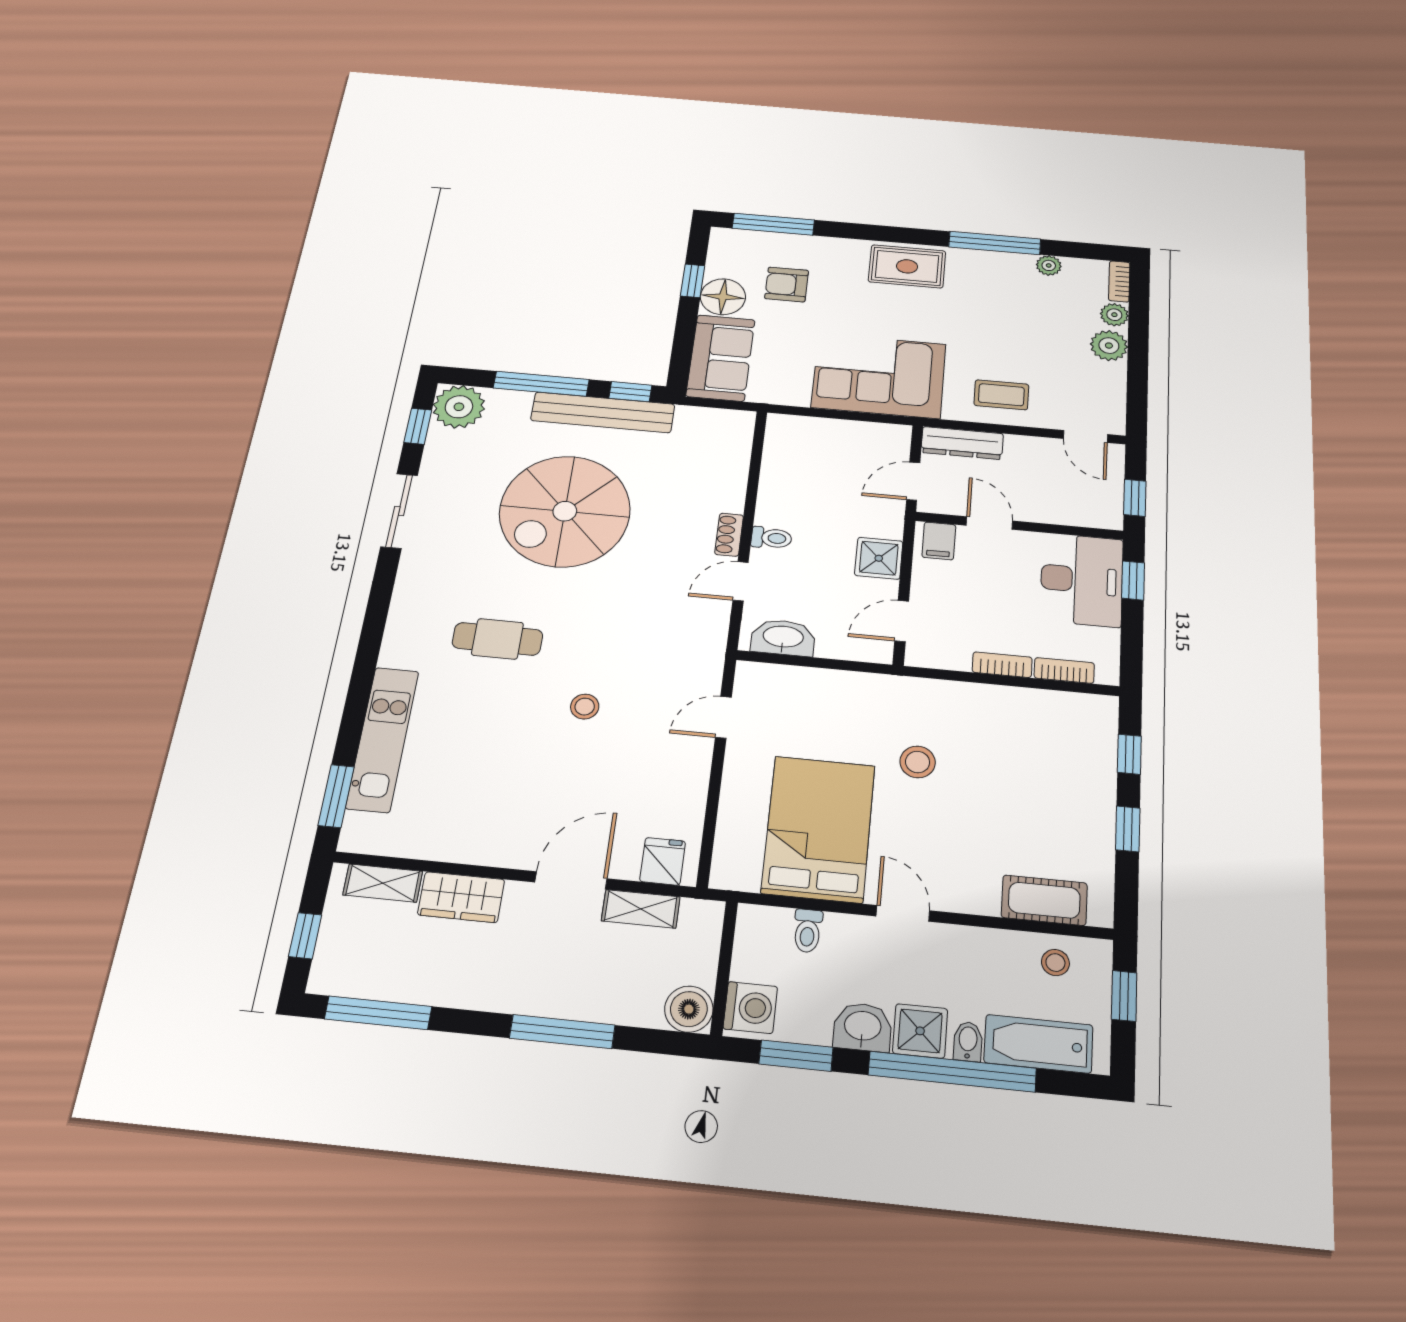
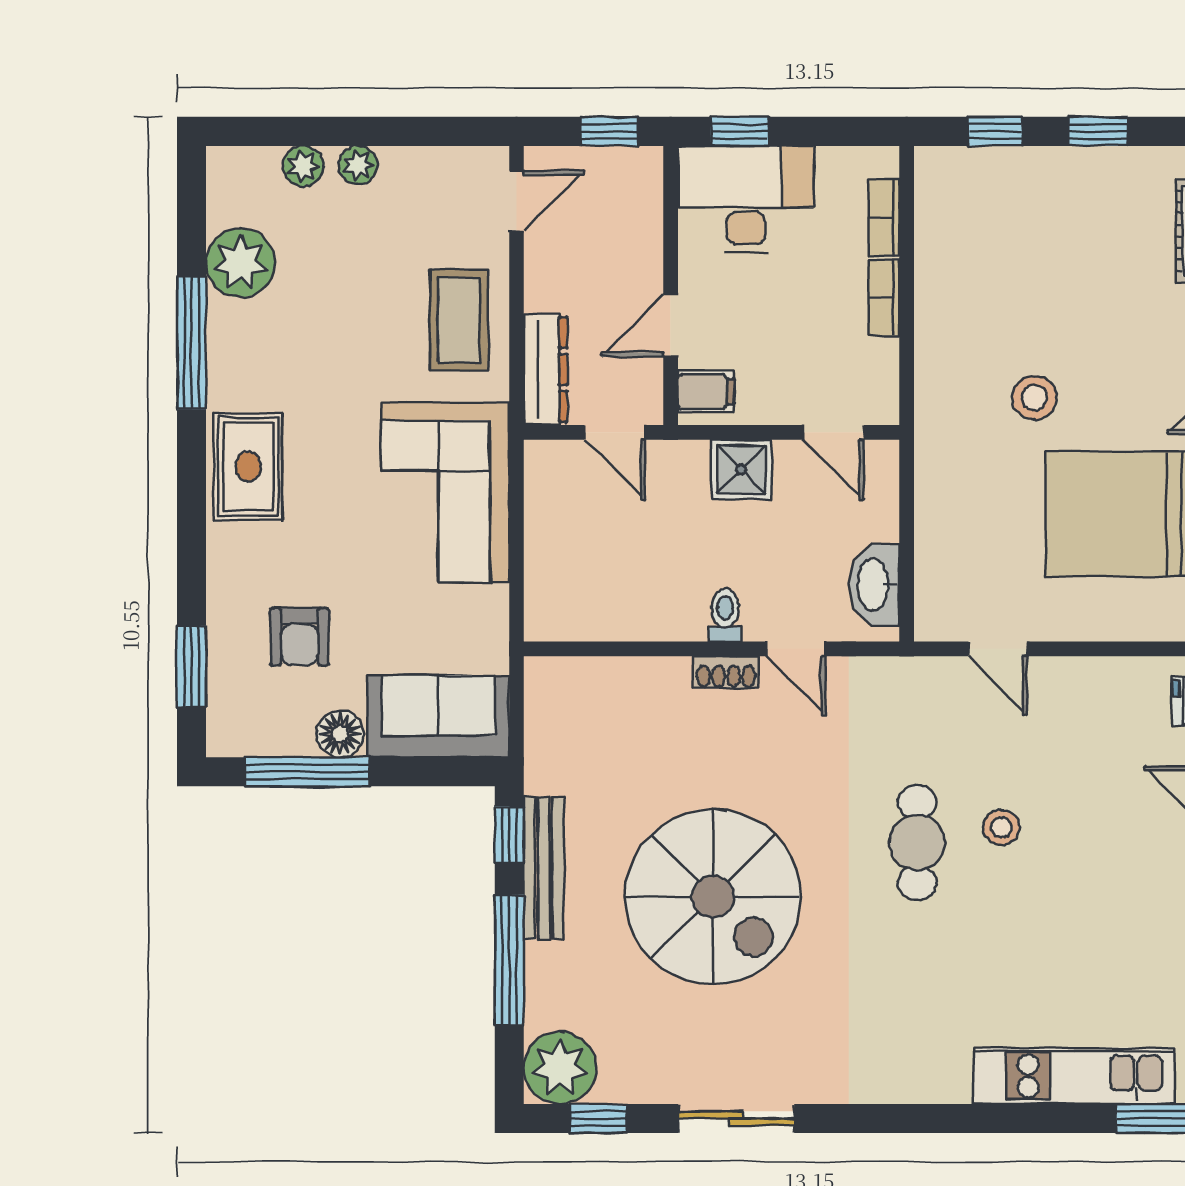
window: (773, 224) -> (191, 667), width x0.69
plant: (1049, 265) -> (240, 263), width x1.87, depth x1.87
window: (693, 281) -> (307, 772), width x2.17
bookcase: (1119, 281) -> (242, 160), removed
floor lamp: (723, 297) -> (340, 734), width x0.73, depth x0.73
plant: (1109, 346) -> (358, 165), width x0.73, depth x0.73
coffee table: (1001, 395) -> (459, 320), width x1.36, depth x1.30
bench: (603, 412) -> (544, 868), width x0.73, depth x0.82
cafe table: (497, 639) -> (917, 842), moved

